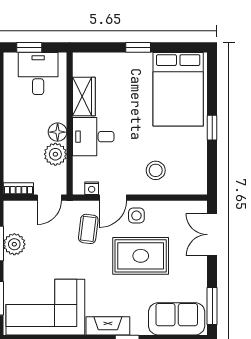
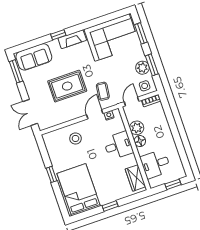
desk: (38, 74) -> (155, 164), moved, turned 90
wardrobe: (84, 97) -> (135, 178), moved
side table: (136, 216) -> (145, 86), moved
double door: (212, 235) -> (30, 113), swing flipped

